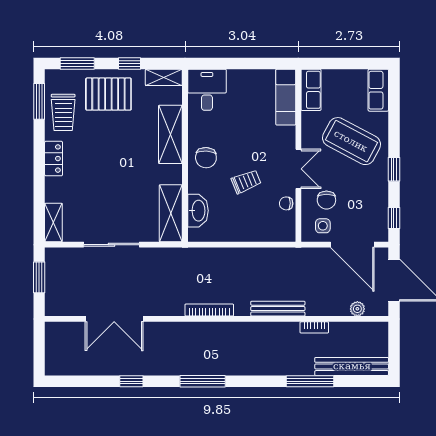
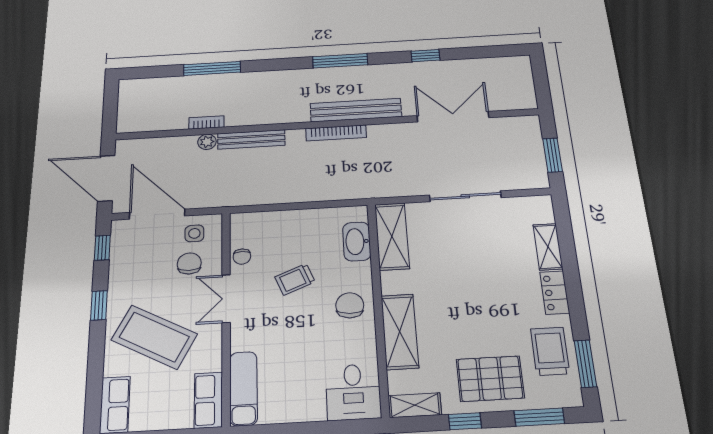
chair: (286, 203) -> (242, 257), turned 89
shelving: (53, 222) -> (548, 247), moved
plant: (357, 309) -> (207, 142), moved
bench: (352, 366) -> (356, 110), moved

